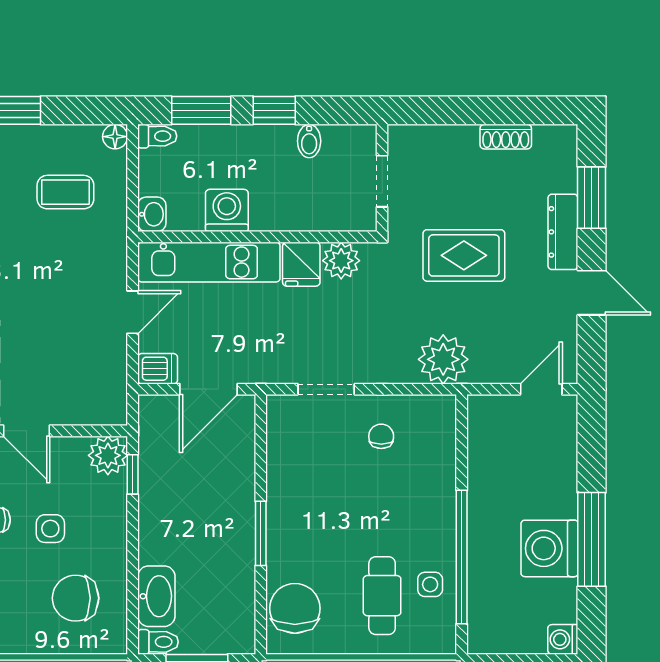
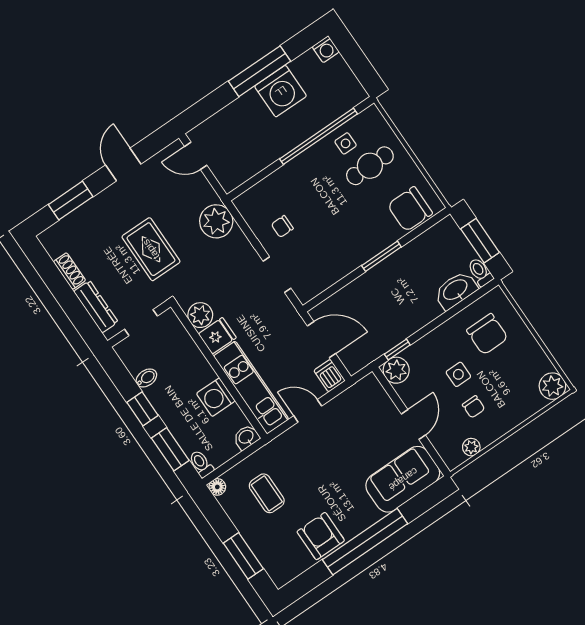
dresser: (563, 232) -> (96, 307), moved, turned -90

